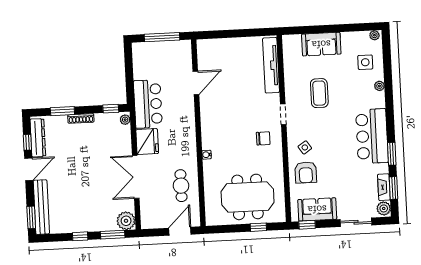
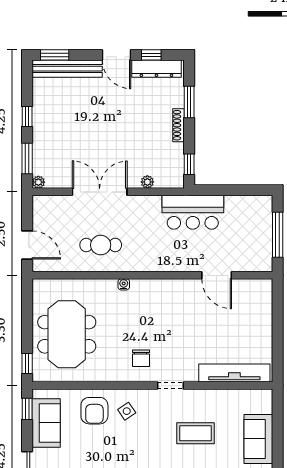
plant: (125, 120) -> (147, 182), moved
fridge: (147, 142) -> (144, 209), removed
armchair: (306, 172) -> (94, 411), turned -90
cafe table: (181, 186) -> (101, 245), moved
plant: (126, 221) -> (38, 182), width x0.53, depth x0.53
window: (258, 227) -> (27, 364), moved

